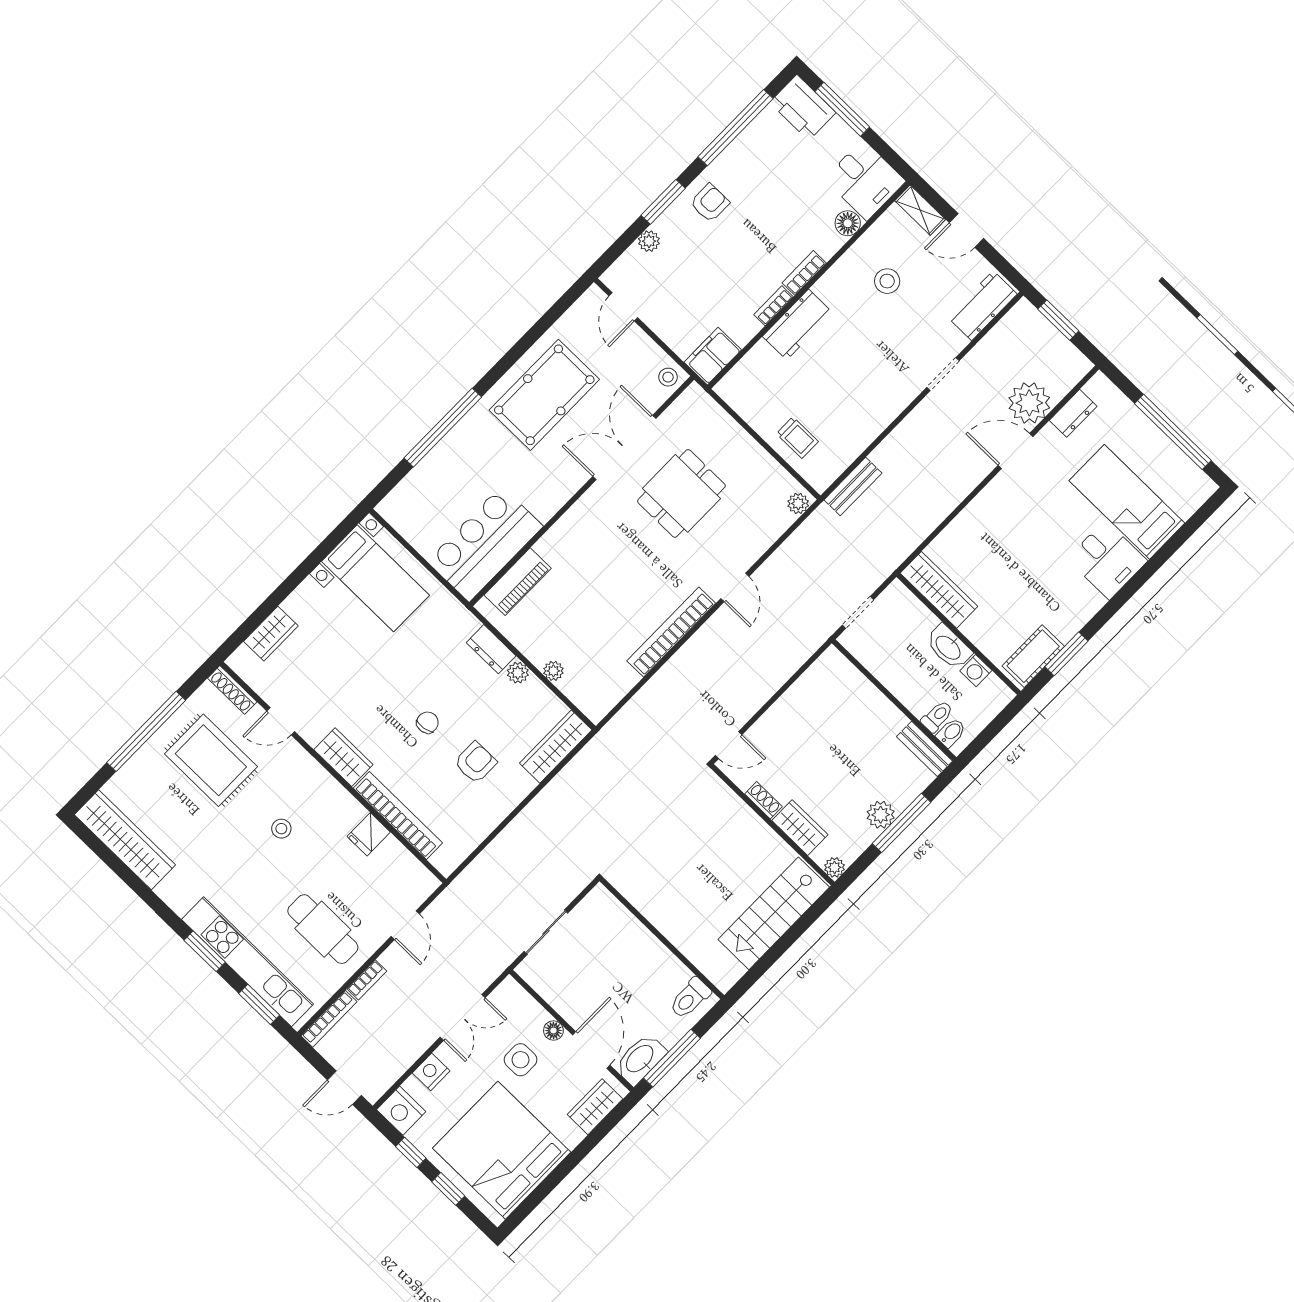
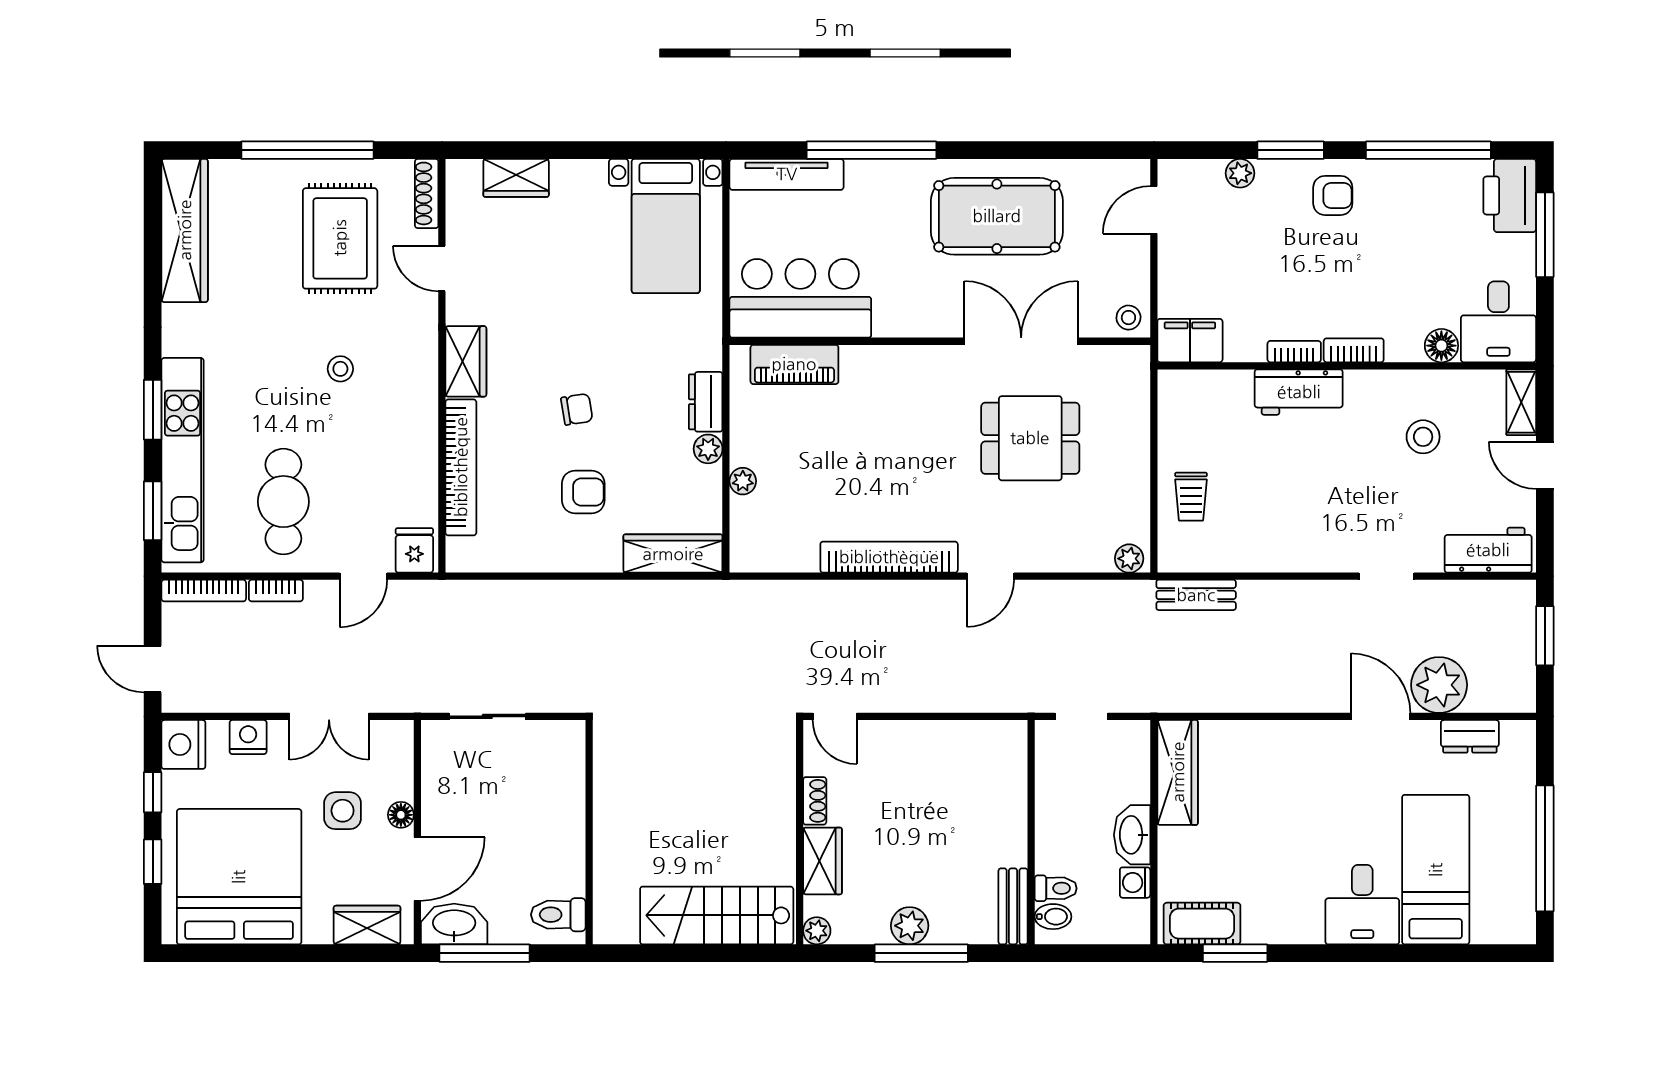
tv unit: (411, 486) -> (787, 174), added
fridge: (369, 834) -> (414, 550), moved, turned 90

